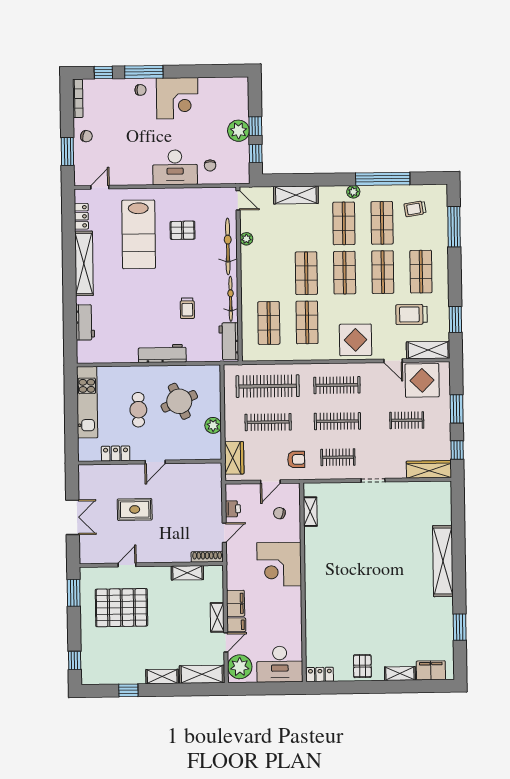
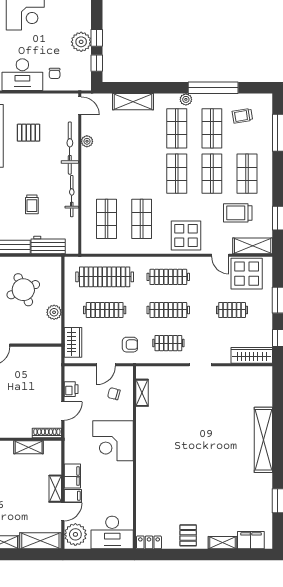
shop shelf: (306, 273) -> (142, 174), removed
workbench: (229, 341) -> (48, 245), moved, turned 90

